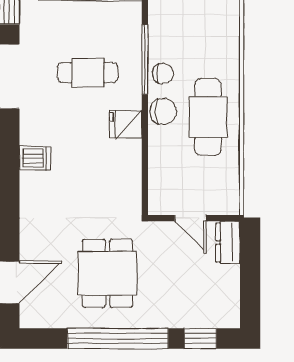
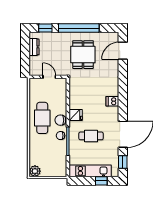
dresser: (228, 242) -> (34, 47), moved

